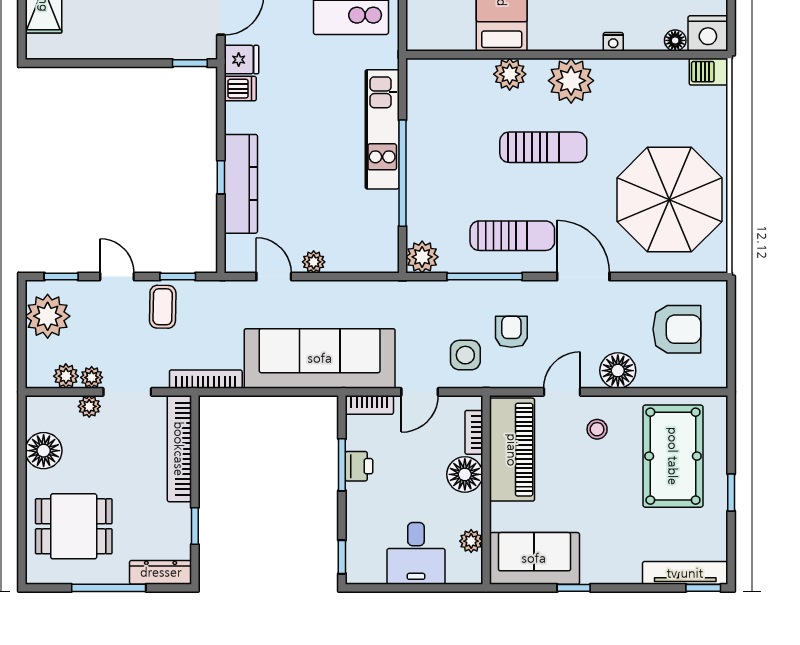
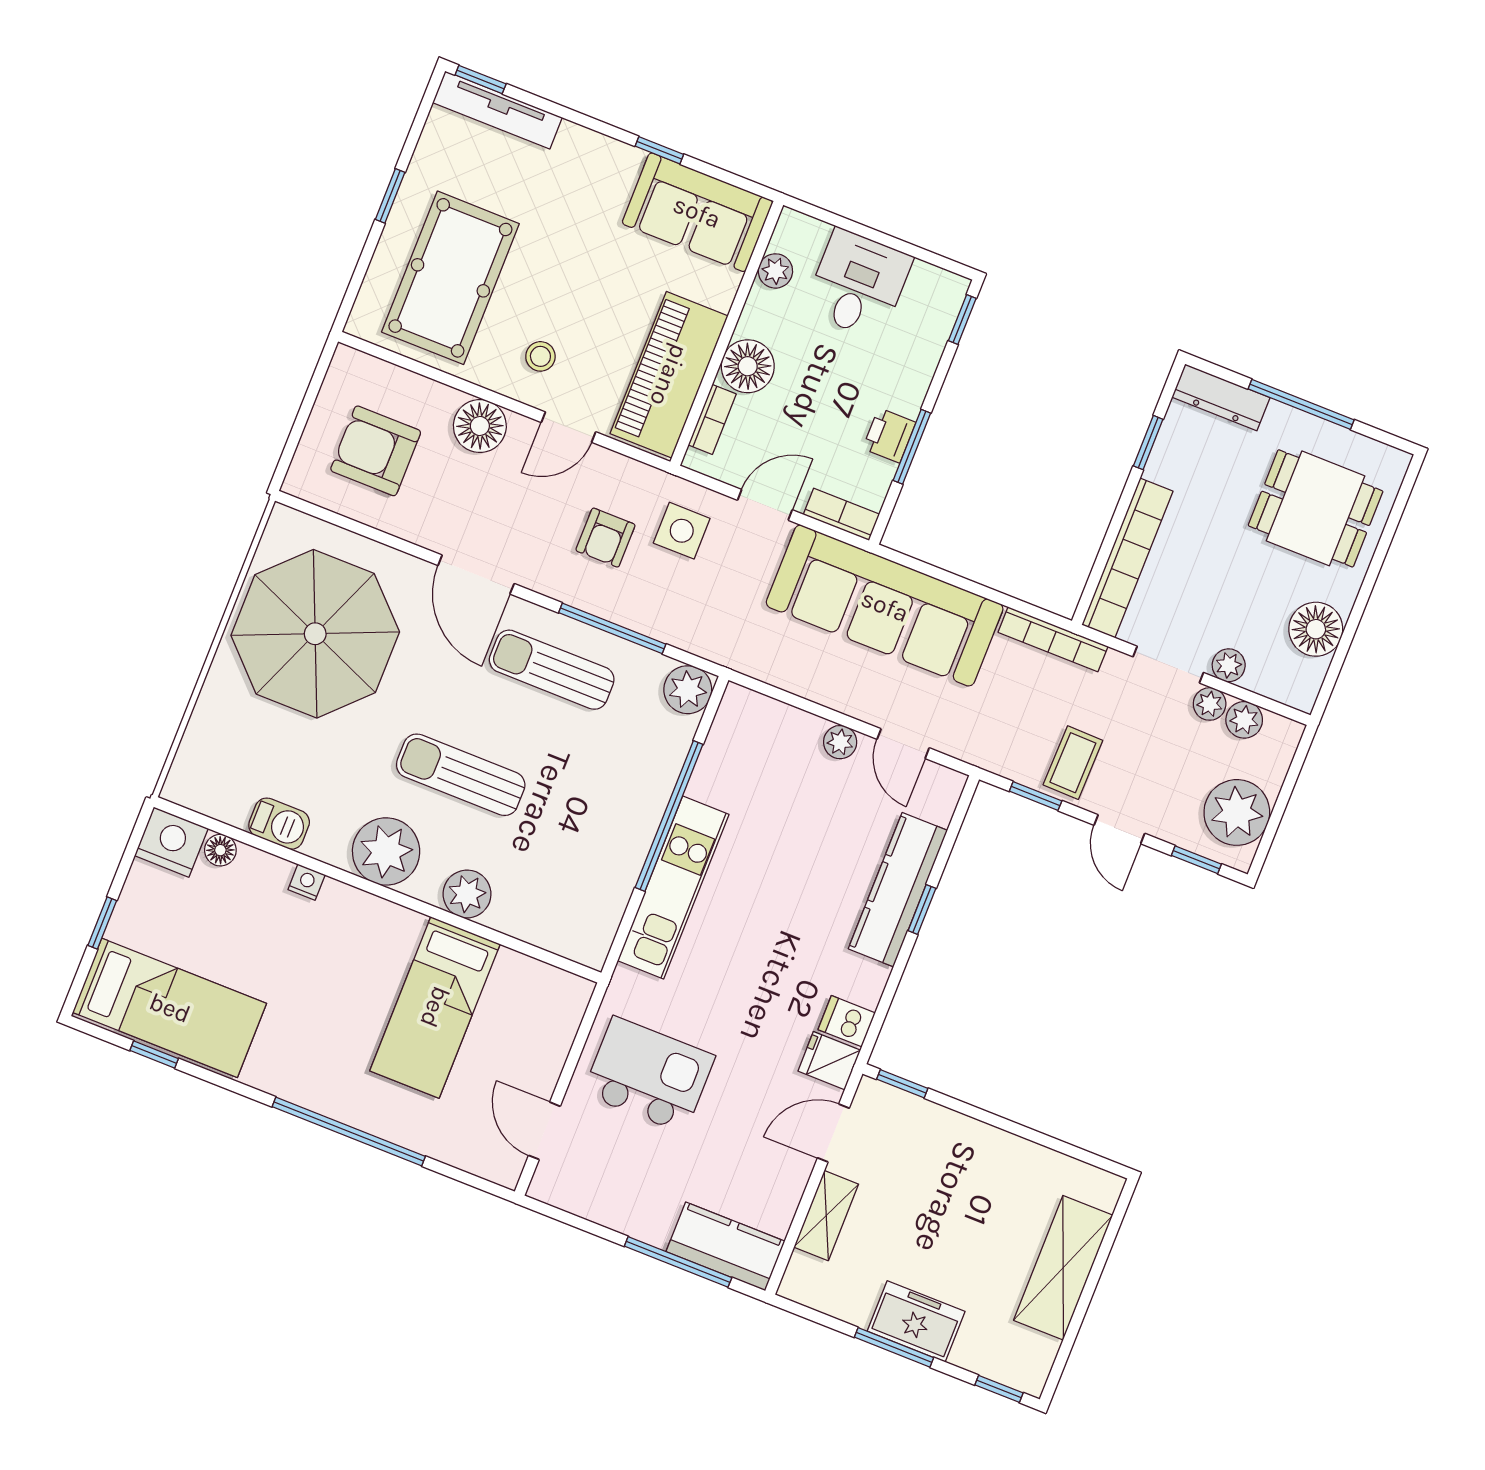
barbecue: (709, 72) -> (279, 824), moved

